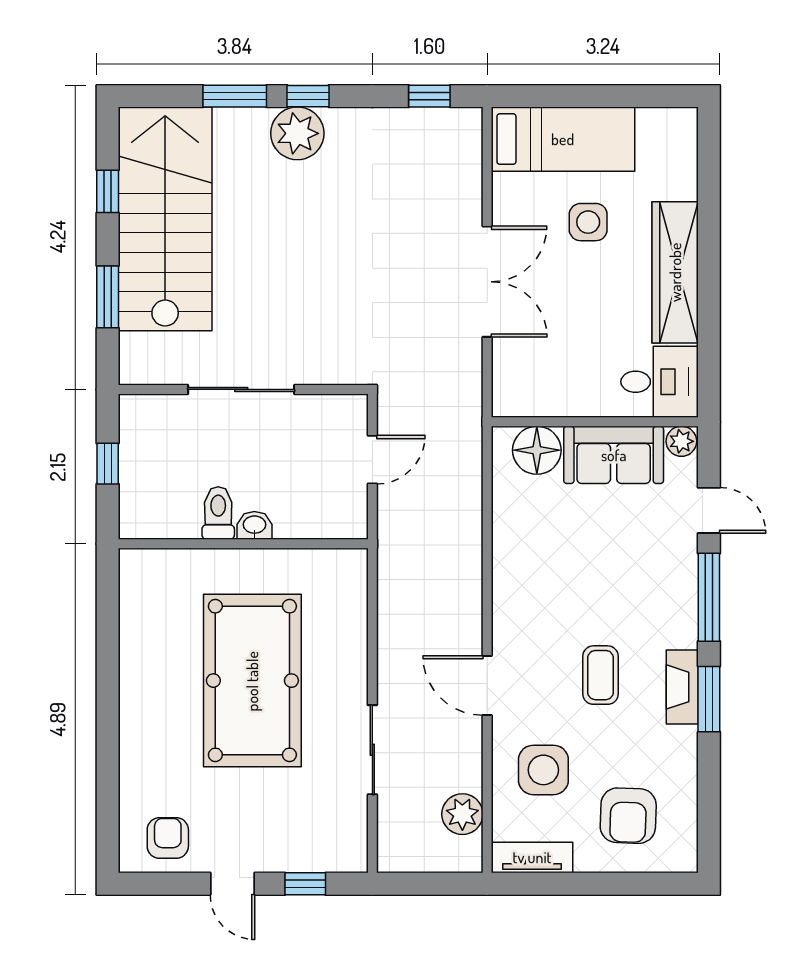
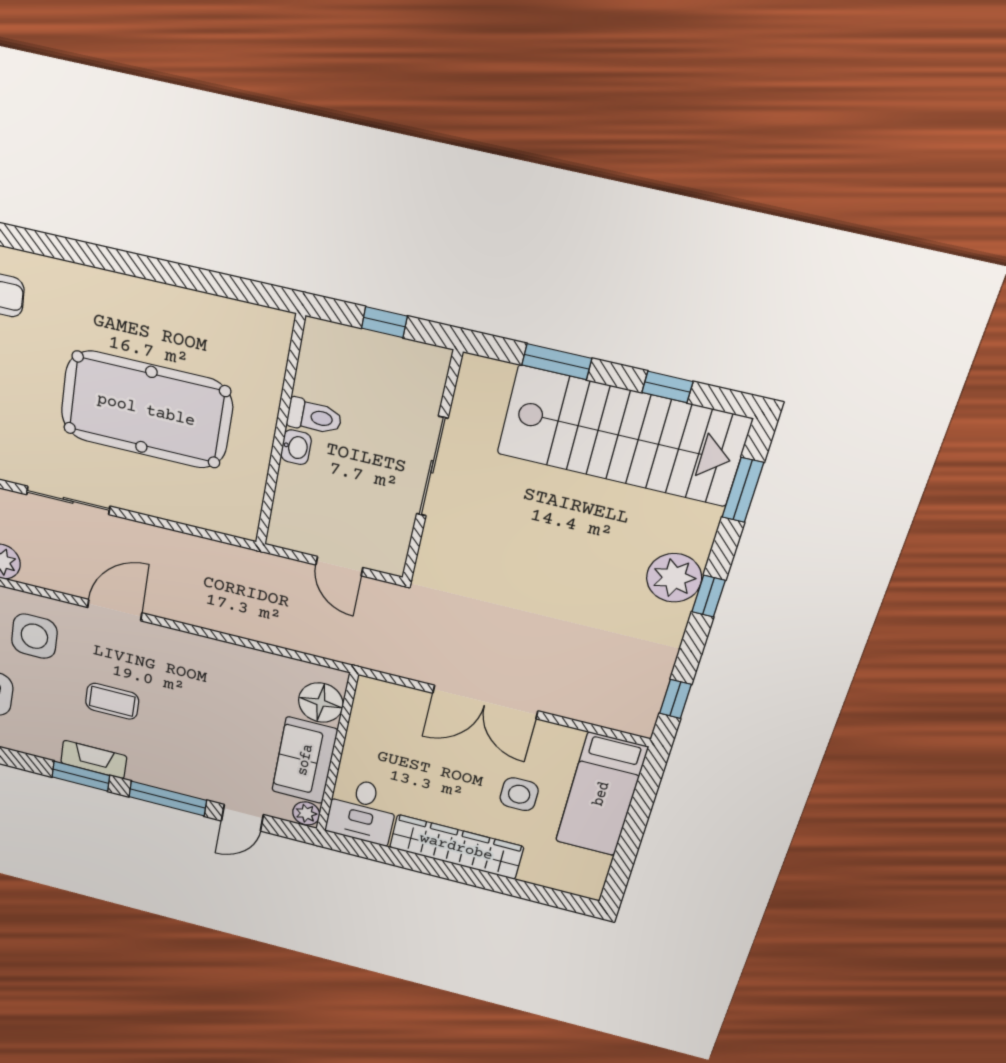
window: (235, 96) -> (743, 490), moved

